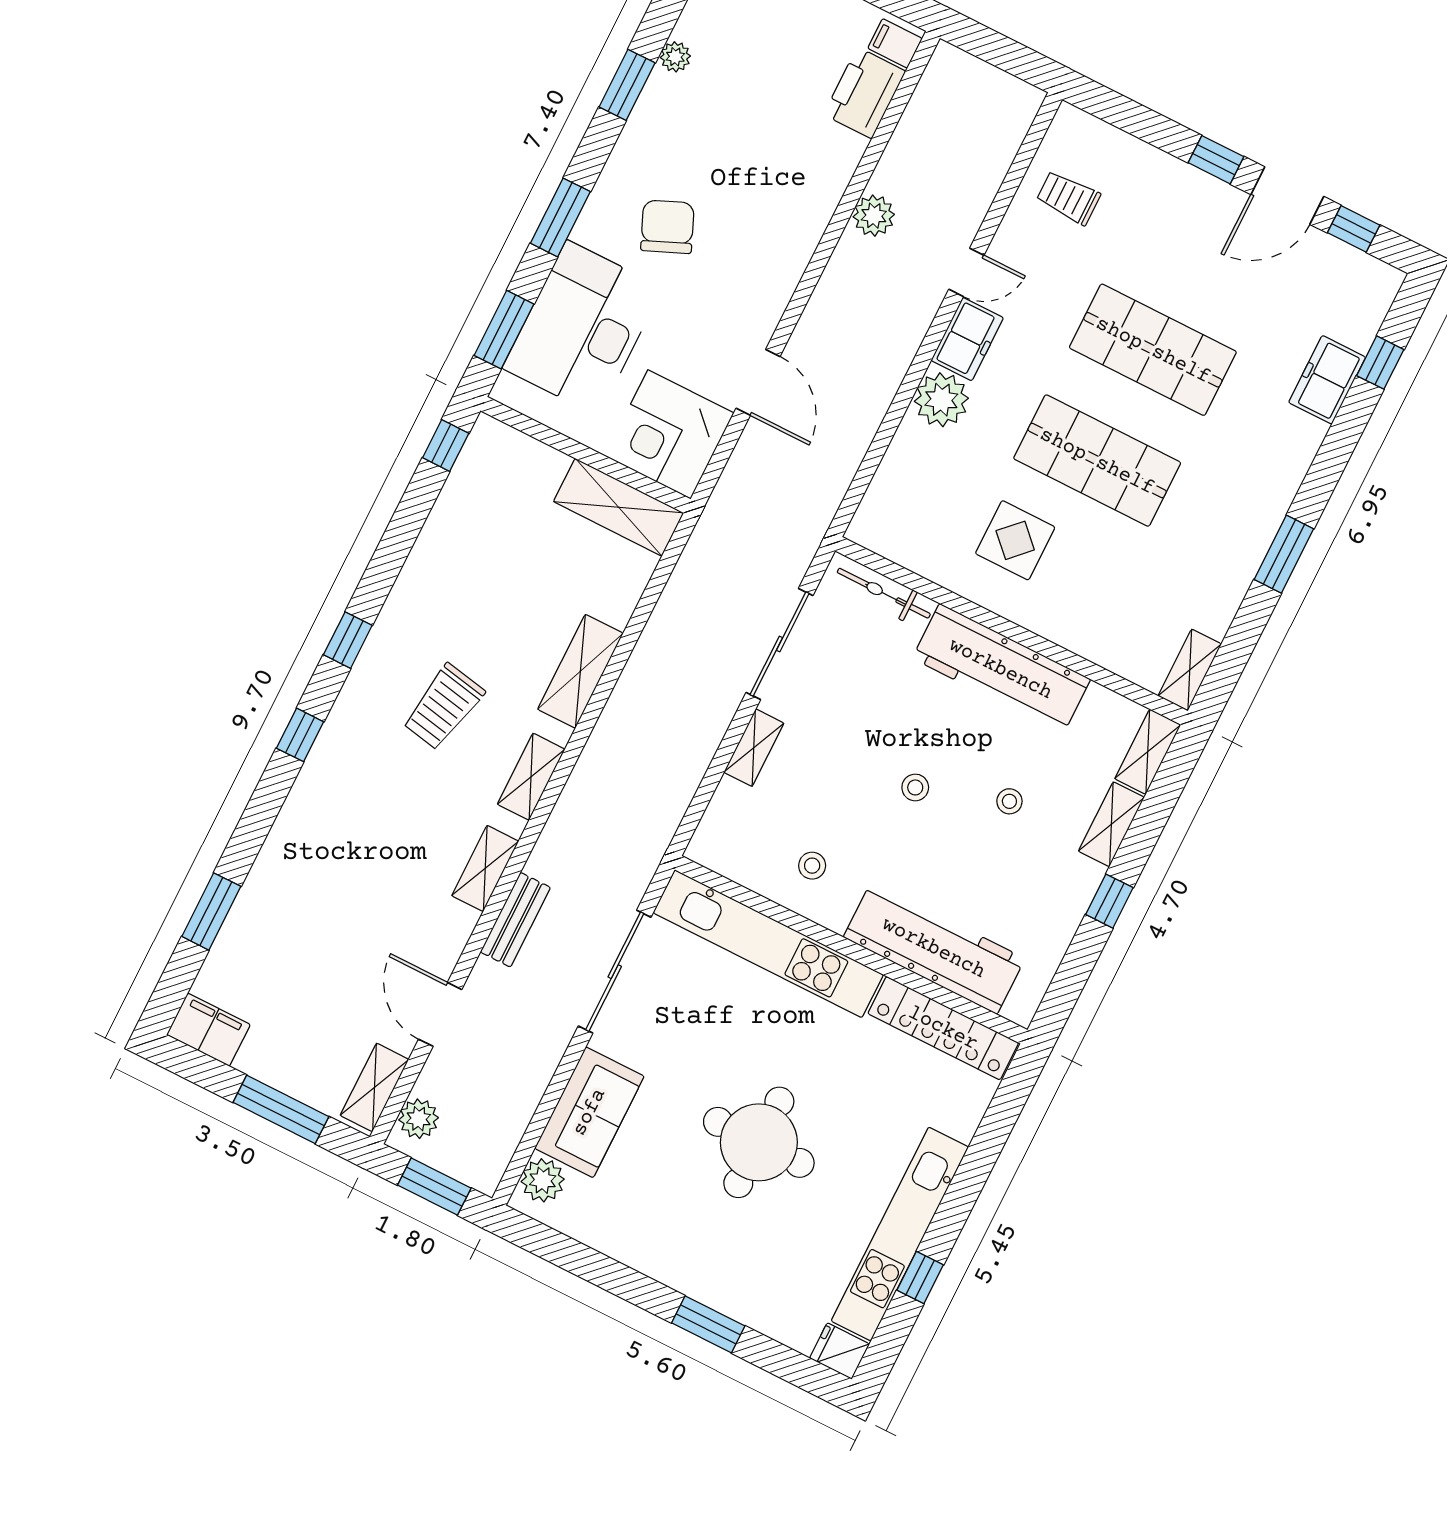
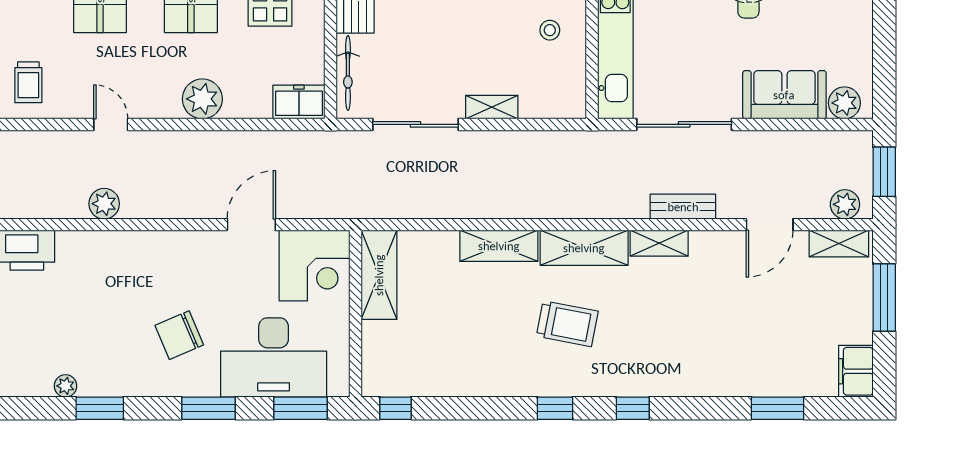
freezer: (967, 339) -> (299, 102), moved
shelving: (531, 777) -> (584, 248), width x1.50, depth x1.33

